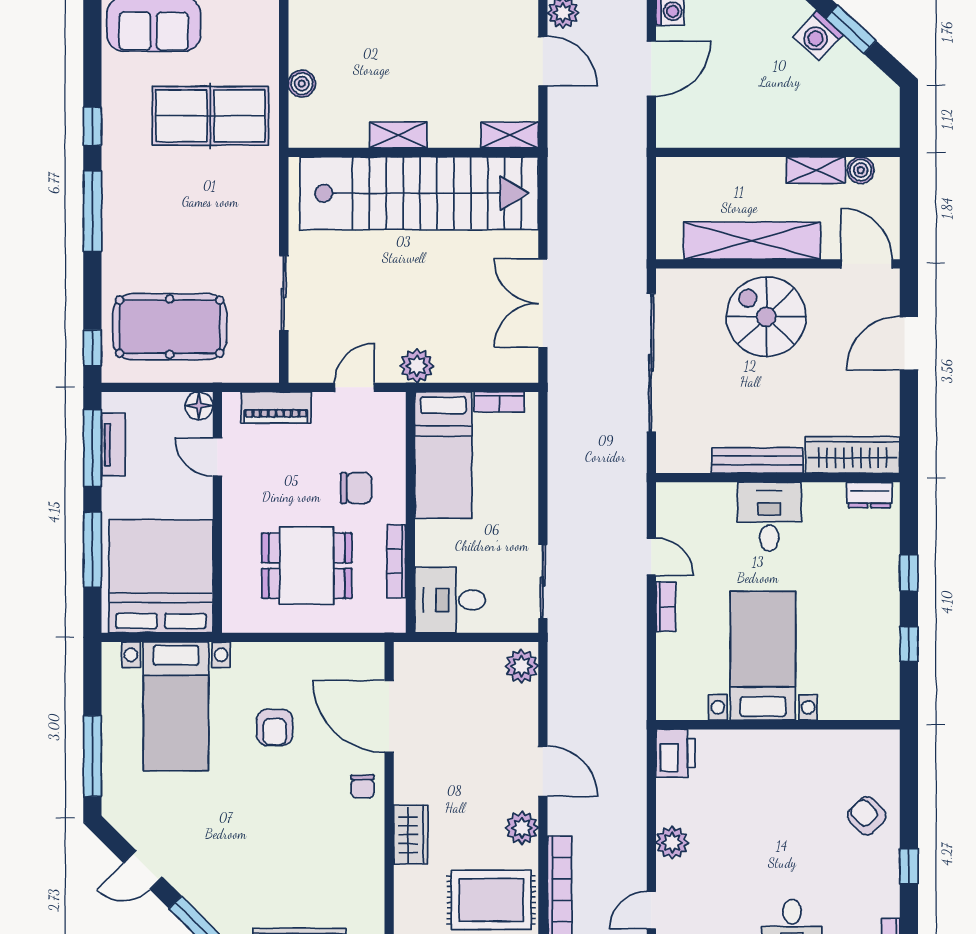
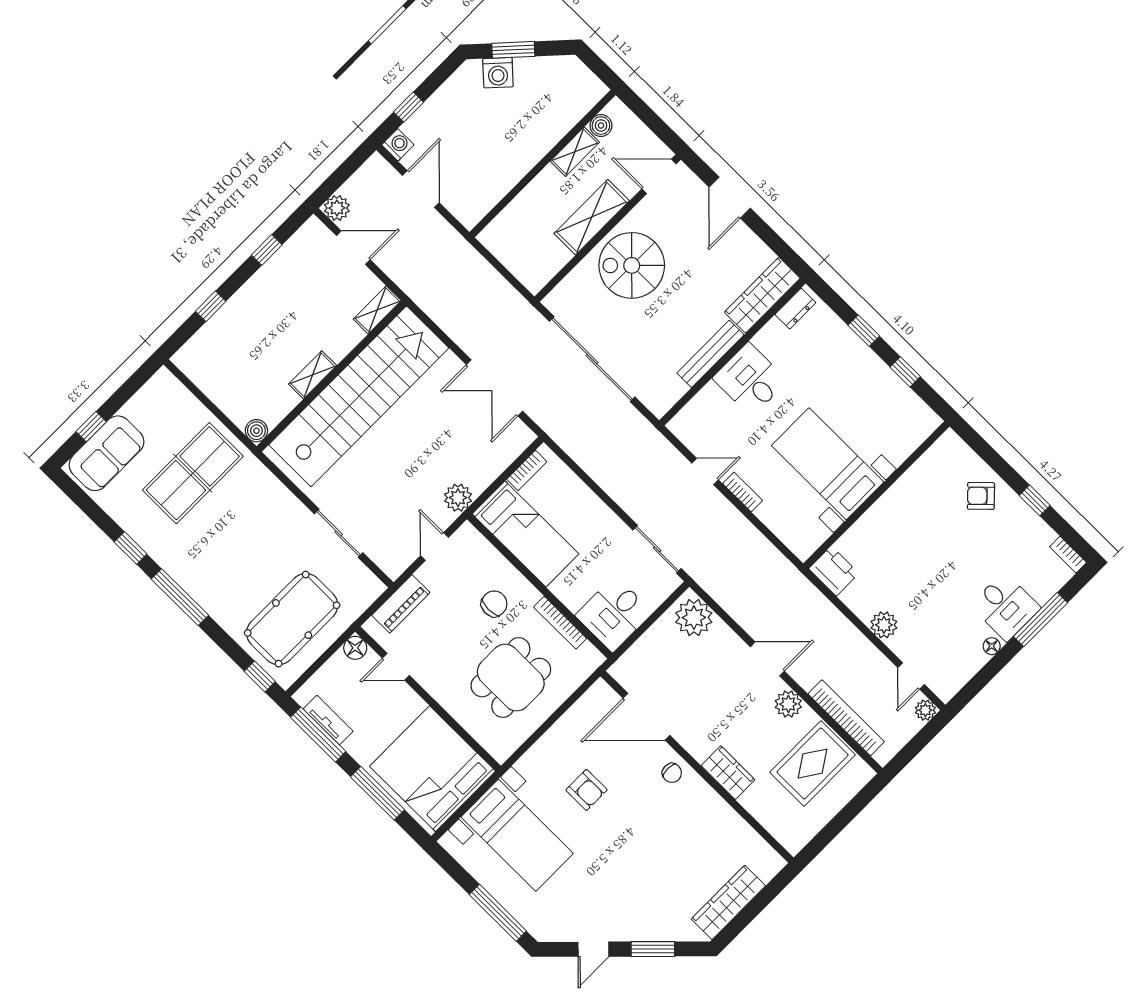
boiler: (302, 84) -> (256, 431), moved
shelving: (752, 241) -> (592, 217), width x0.68
plant: (522, 666) -> (694, 618), width x1.36, depth x1.36

